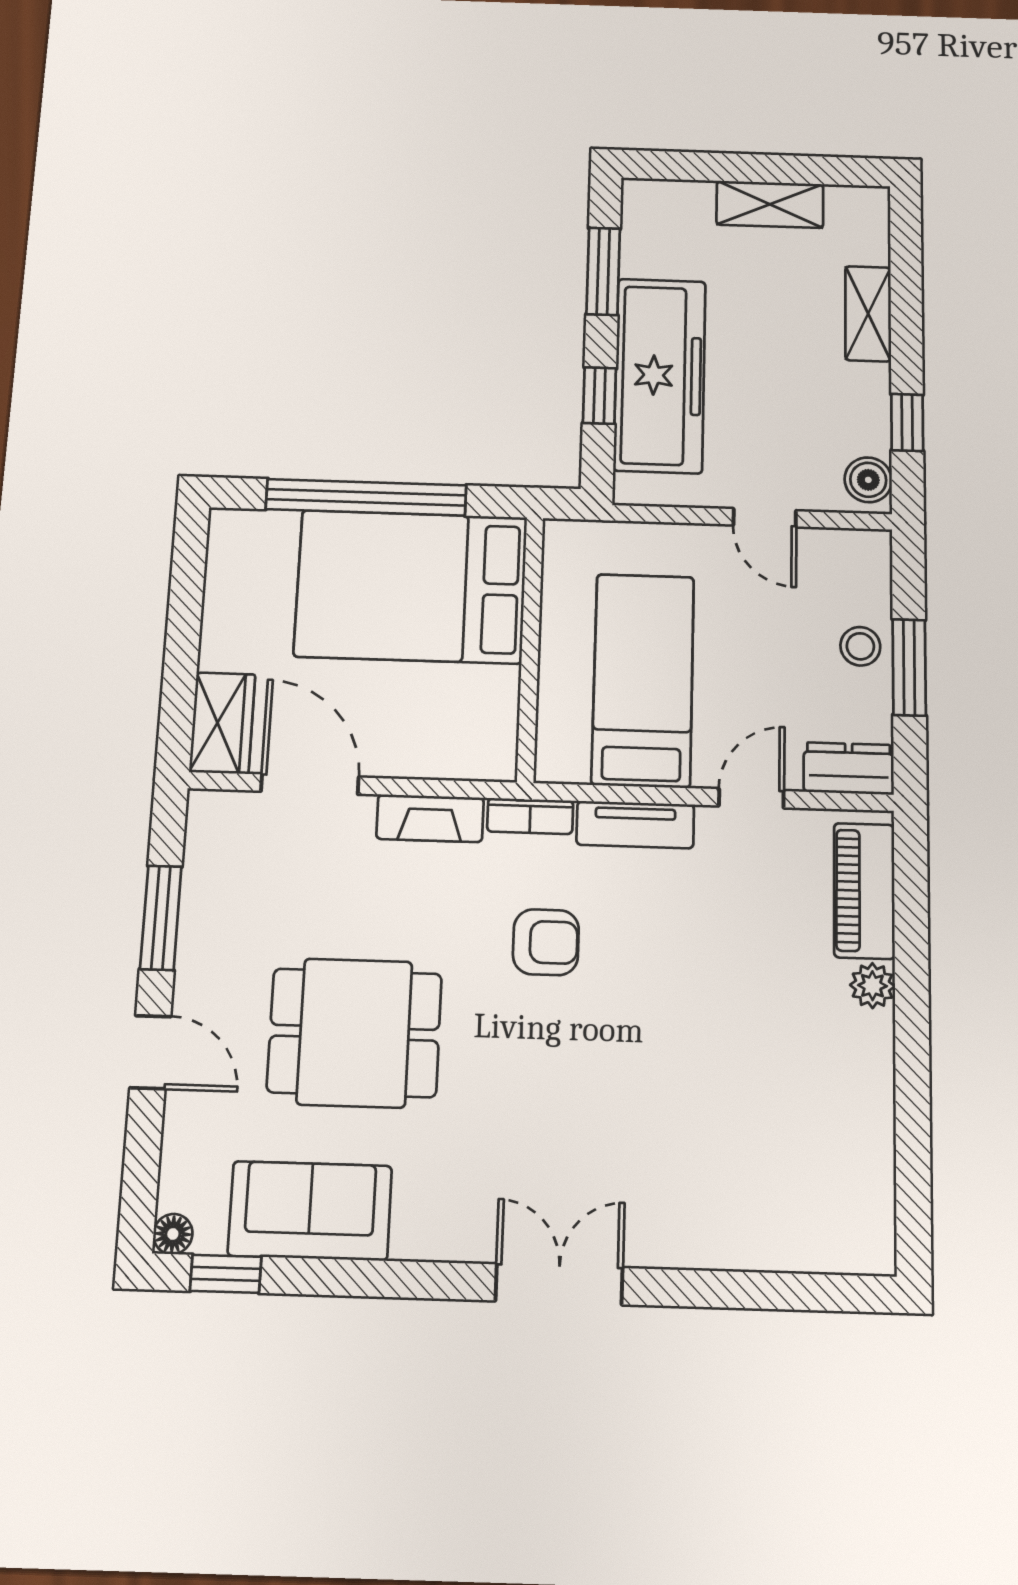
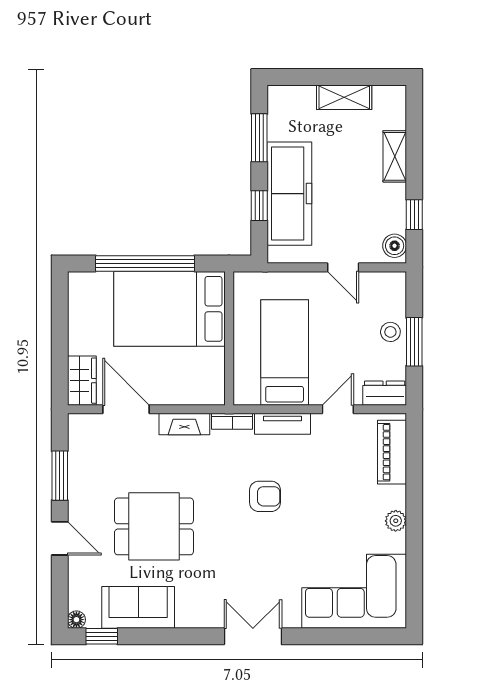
armchair: (546, 942) -> (265, 496), moved
plant: (872, 986) -> (396, 521), moved
corner sofa: (783, 1189) -> (354, 591), added

